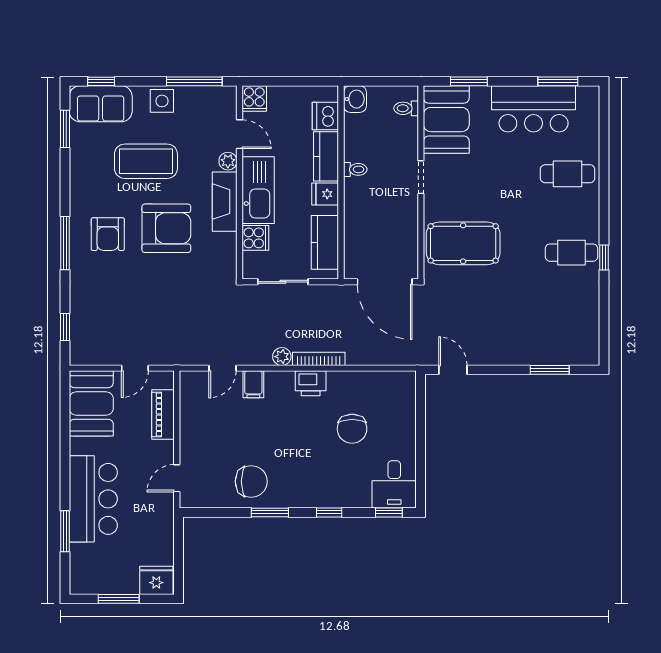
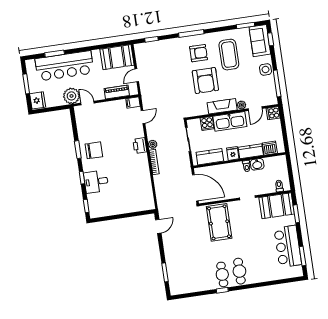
washbasin: (355, 99) -> (257, 164), moved
coffee table: (146, 161) -> (229, 55), moved
cafe table: (568, 174) -> (239, 271), moved
armchair: (108, 234) -> (199, 53), turned 180
door: (385, 282) -> (195, 188), swing flipped
door: (135, 368) -> (137, 75), hinge flipped
door: (222, 368) -> (143, 117), swing flipped
printer: (311, 383) -> (140, 146), moved
filing cabinet: (253, 384) -> (133, 102), moved
chair: (352, 429) -> (123, 183), removed
chair: (251, 481) -> (94, 150), moved, turned -90
desk: (394, 484) -> (96, 182), moved
bar counter: (93, 499) -> (64, 66), width x1.36
plant: (157, 509) -> (71, 96), added

